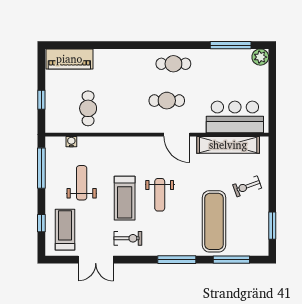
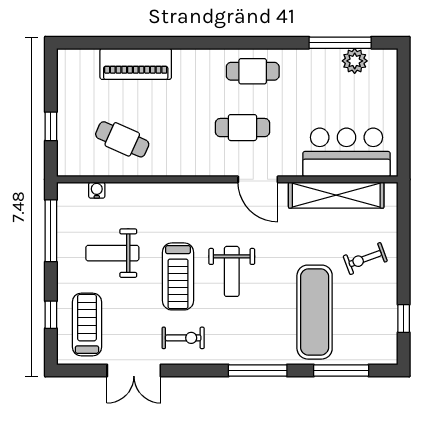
plant: (260, 57) -> (355, 61), moved
piano: (69, 59) -> (136, 64), moved
cafe table: (88, 108) -> (122, 139), turned -66
weight bench: (82, 183) -> (112, 253), turned -90
window: (272, 226) -> (404, 318), width x0.67

